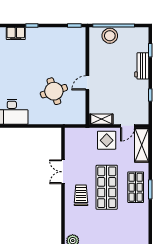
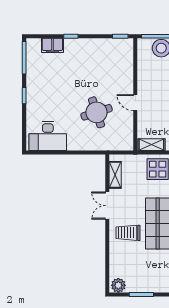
door: (87, 83) -> (135, 103), hinge flipped
shelving: (70, 145) -> (115, 175), added
trolley: (81, 195) -> (128, 233), turned -90

